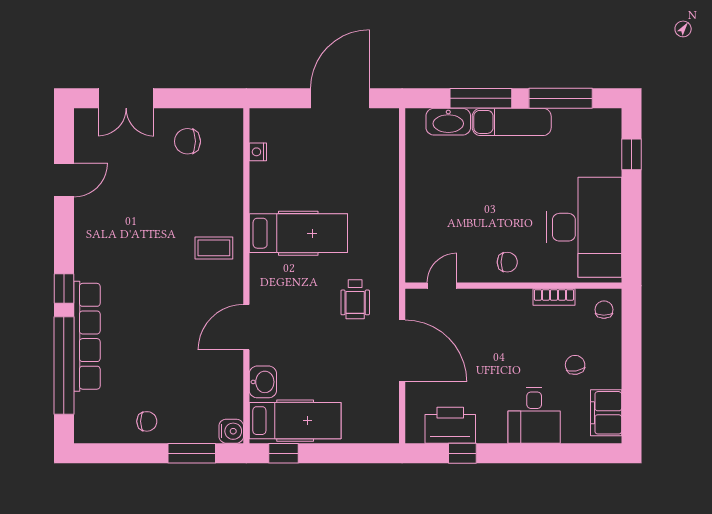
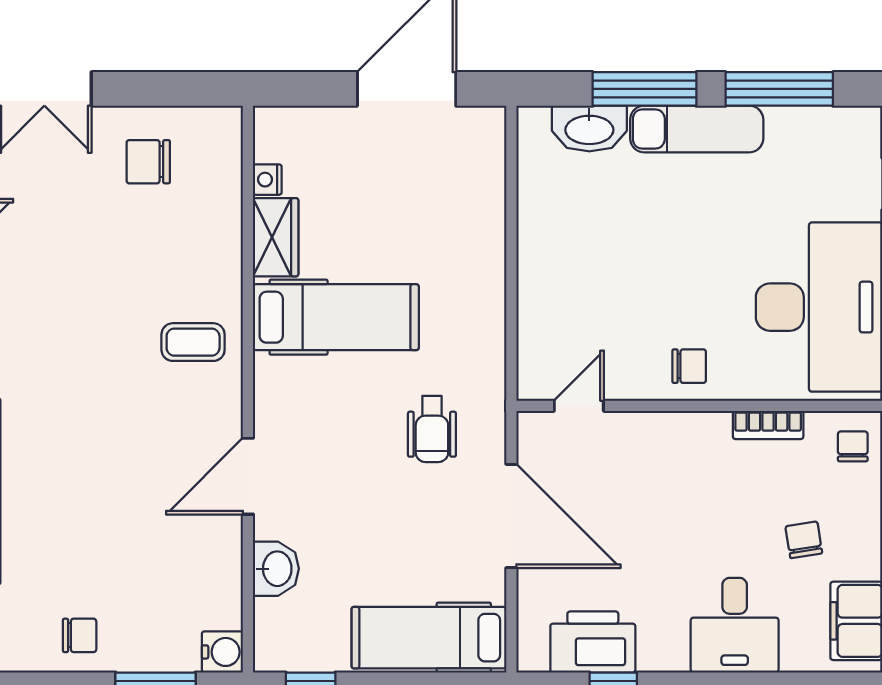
wardrobe: (263, 186) -> (276, 237), added
hospital bed: (295, 421) -> (429, 638), moved, turned 180

